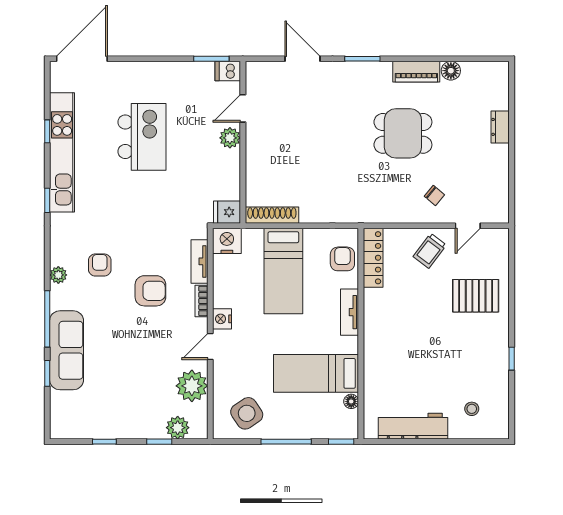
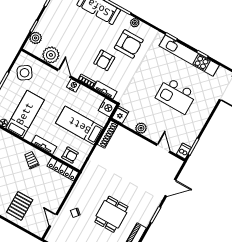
plant: (230, 138) -> (141, 128), moved
trolley: (430, 251) -> (31, 160), moved
armchair: (100, 265) -> (129, 44), width x1.88, depth x1.88

